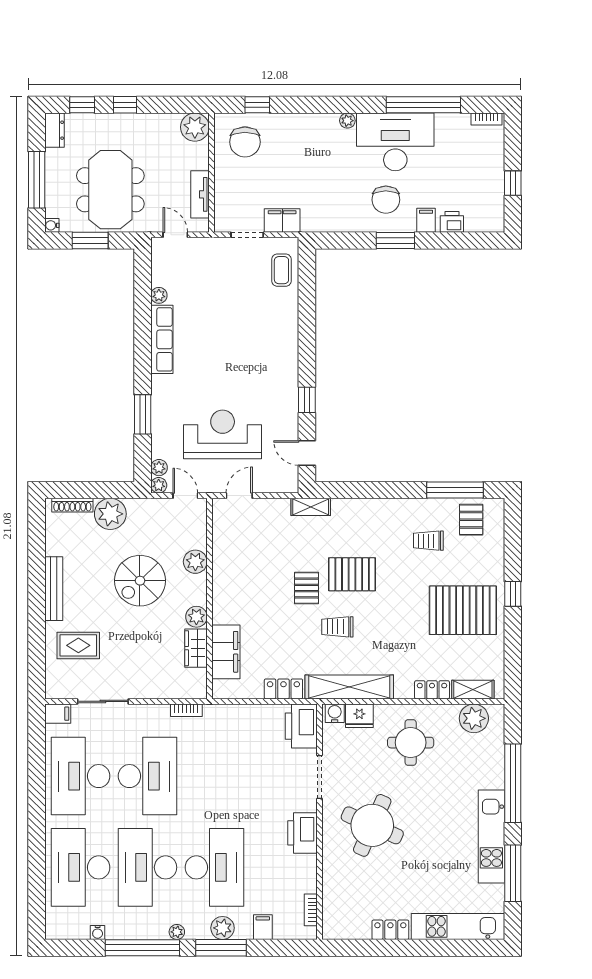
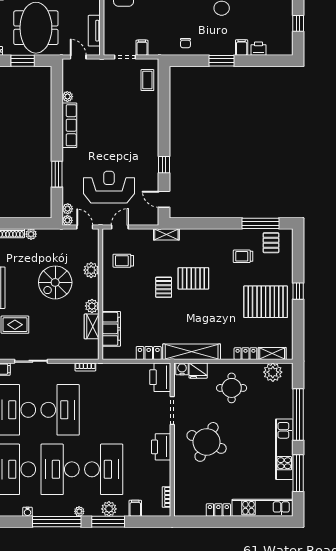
chair: (386, 200) -> (185, 43), moved, width x0.54, depth x0.54
filing cabinet: (282, 220) -> (142, 48), width x0.50
plant: (110, 514) -> (31, 234), width x0.53, depth x0.53
trolley: (337, 627) -> (123, 261), moved

